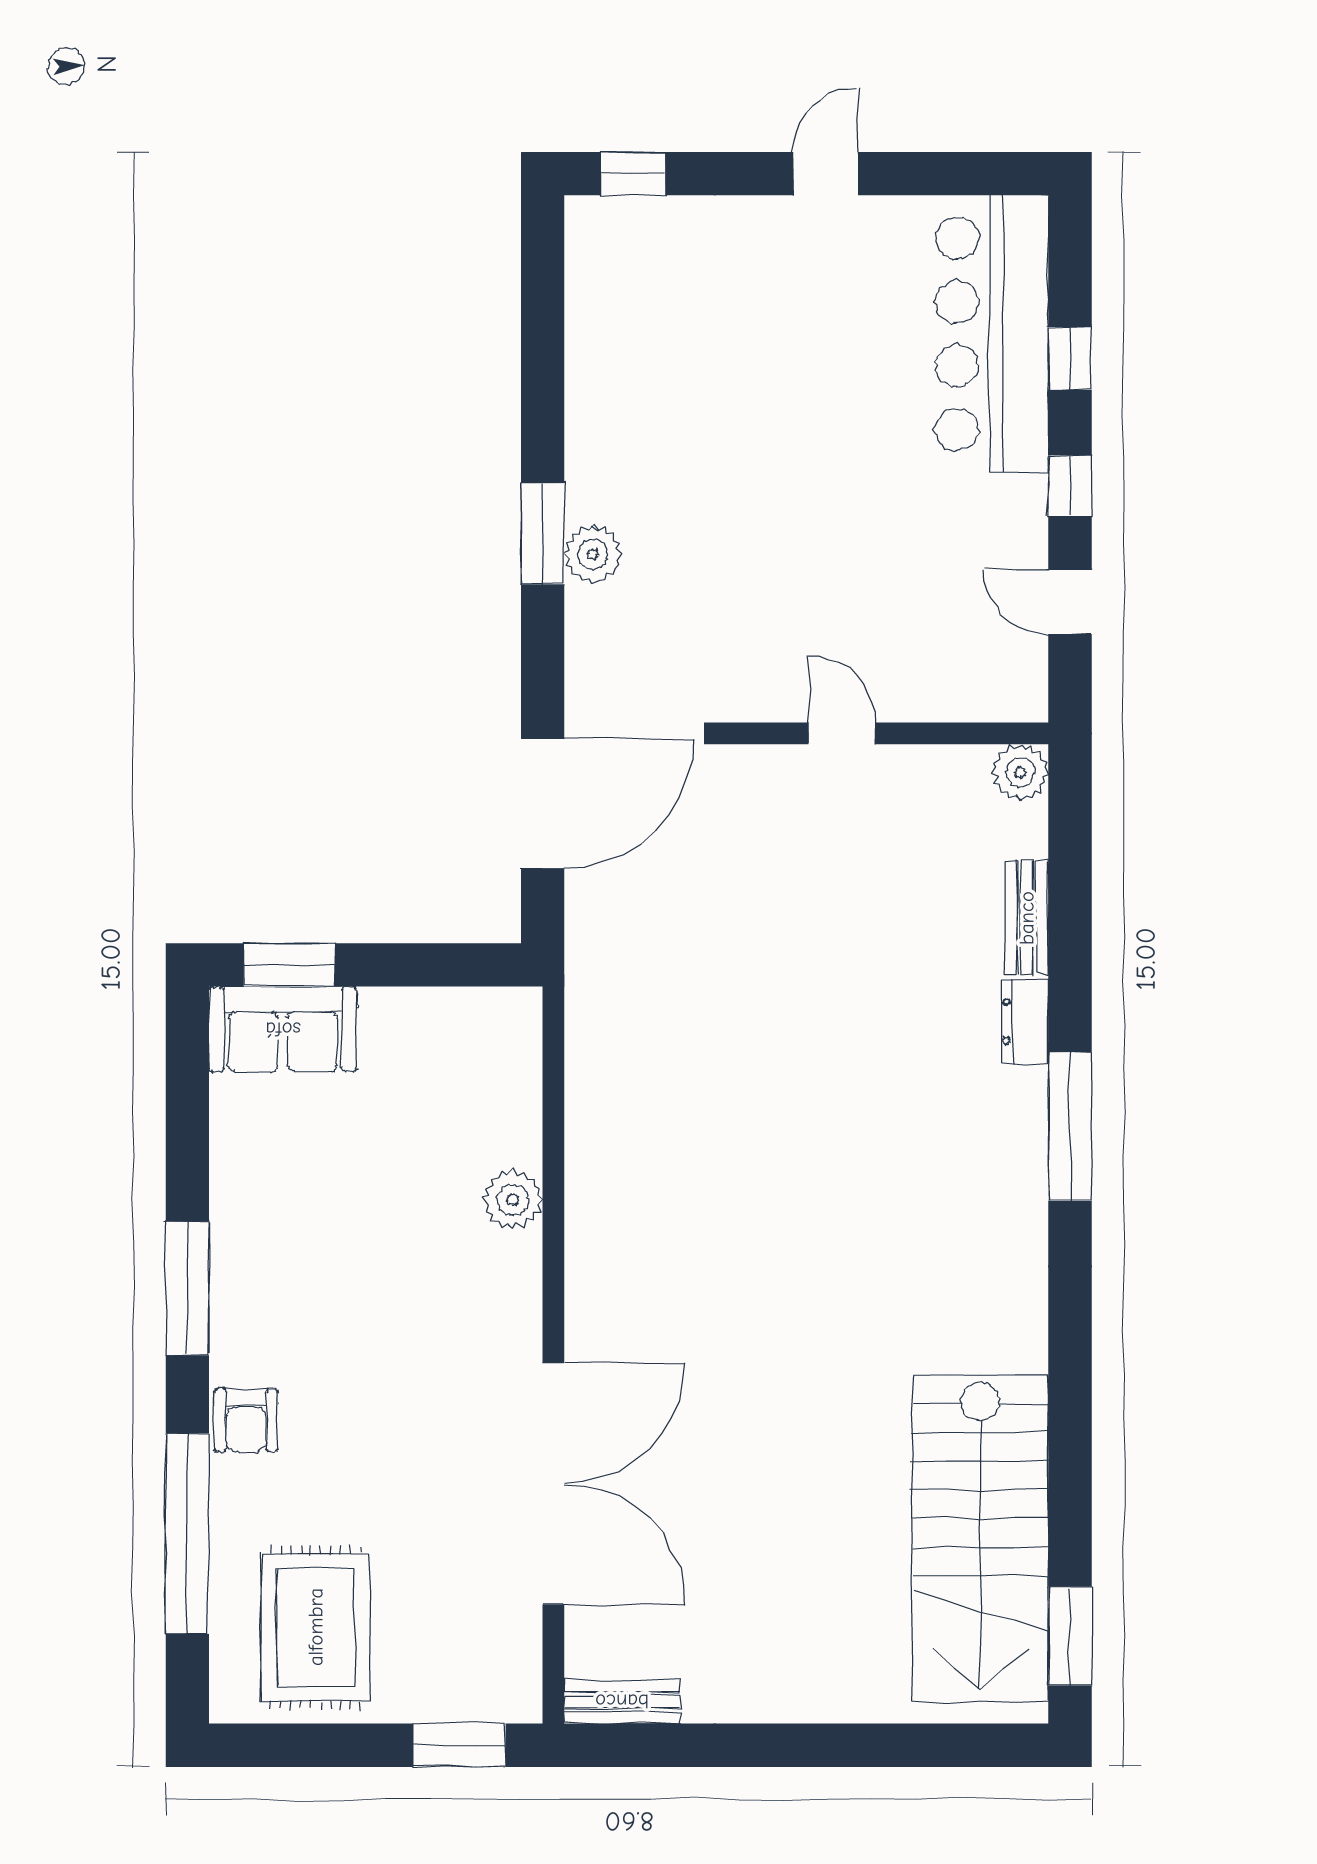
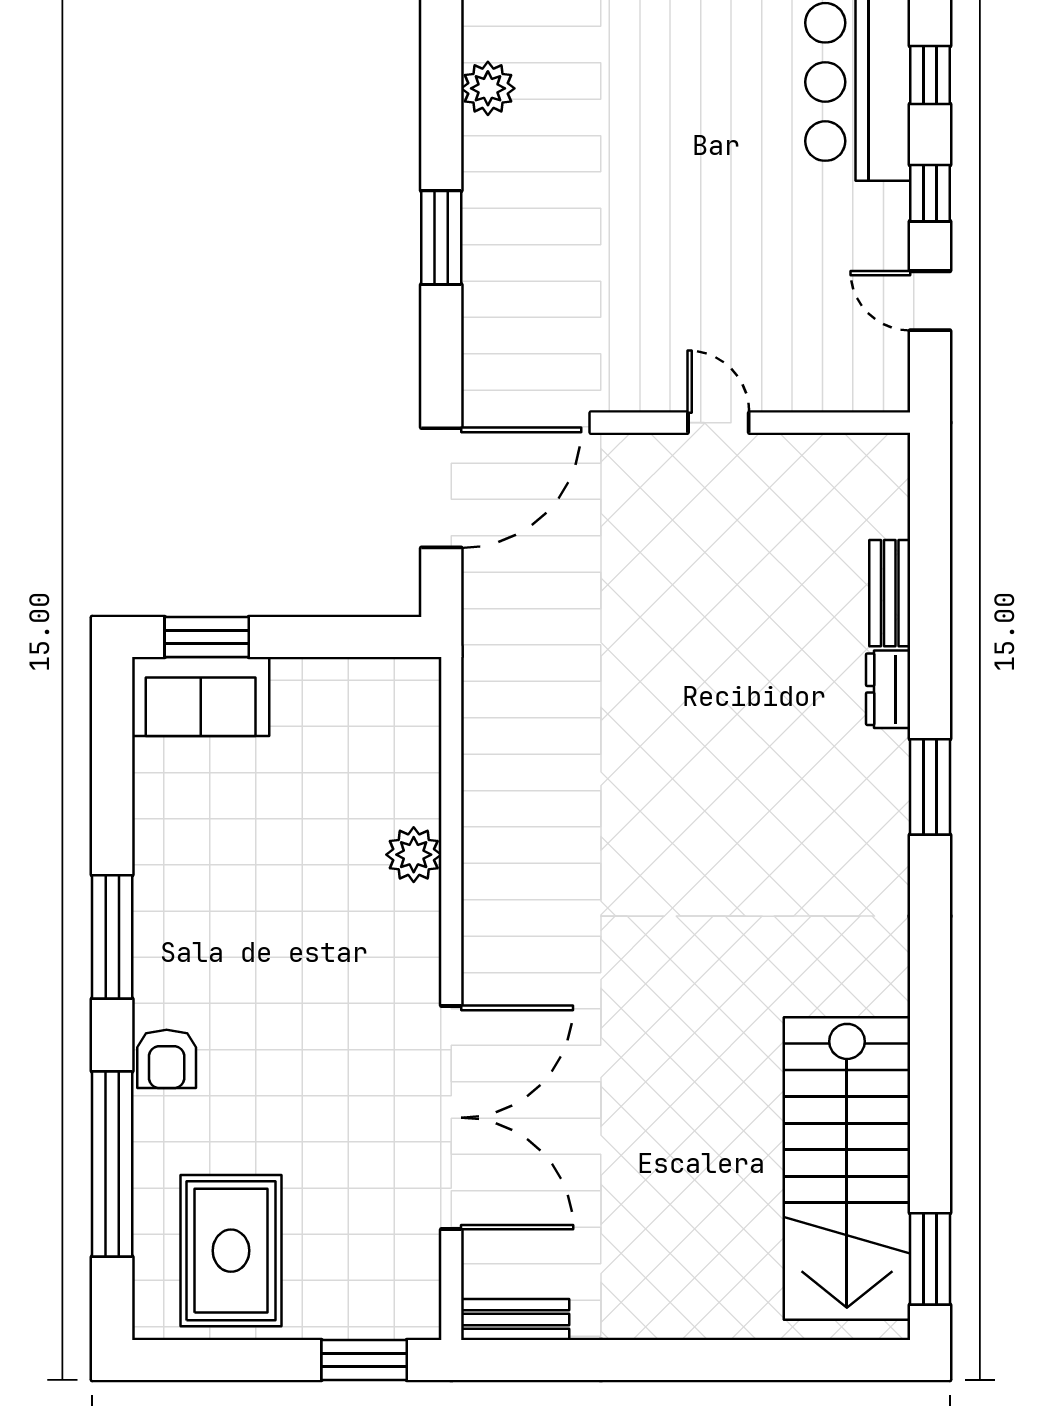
plant: (593, 554) -> (488, 88), moved
plant: (1020, 772) -> (884, 459), removed
window: (1070, 1127) -> (930, 787), width x0.69

